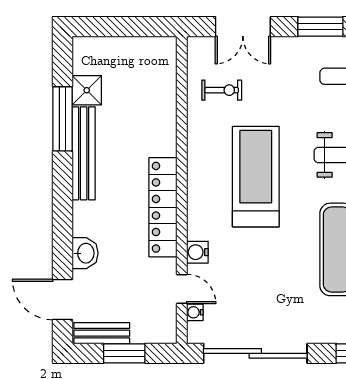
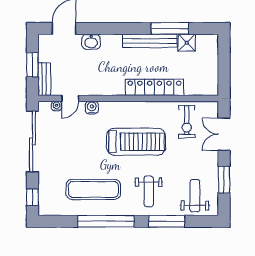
exercise bike: (222, 90) -> (187, 122), width x1.38, depth x1.39
locker: (163, 207) -> (154, 87), moved
bench: (102, 333) -> (44, 79), moved

